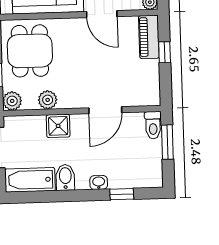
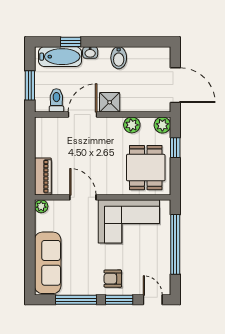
window: (165, 52) -> (30, 163), removed
toilet: (153, 125) -> (56, 100), moved
shower: (58, 126) -> (110, 102), moved
bathtub: (30, 180) -> (60, 57), moved

